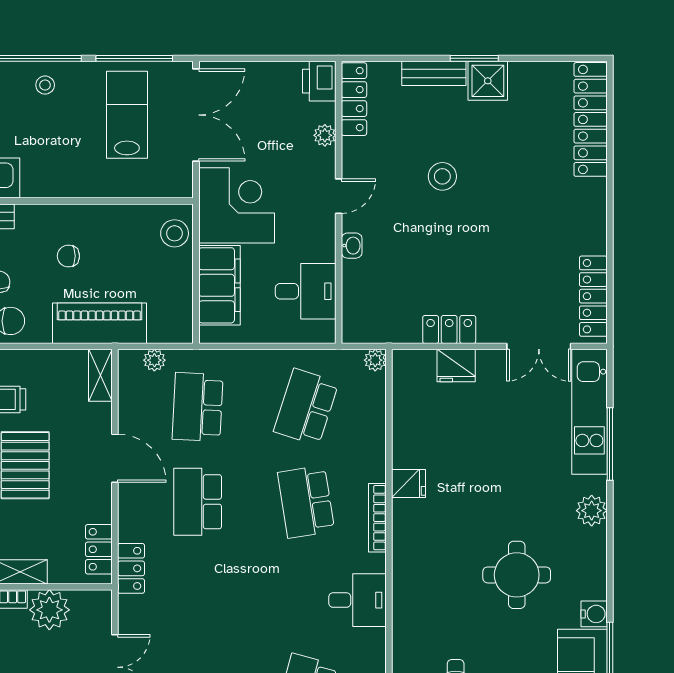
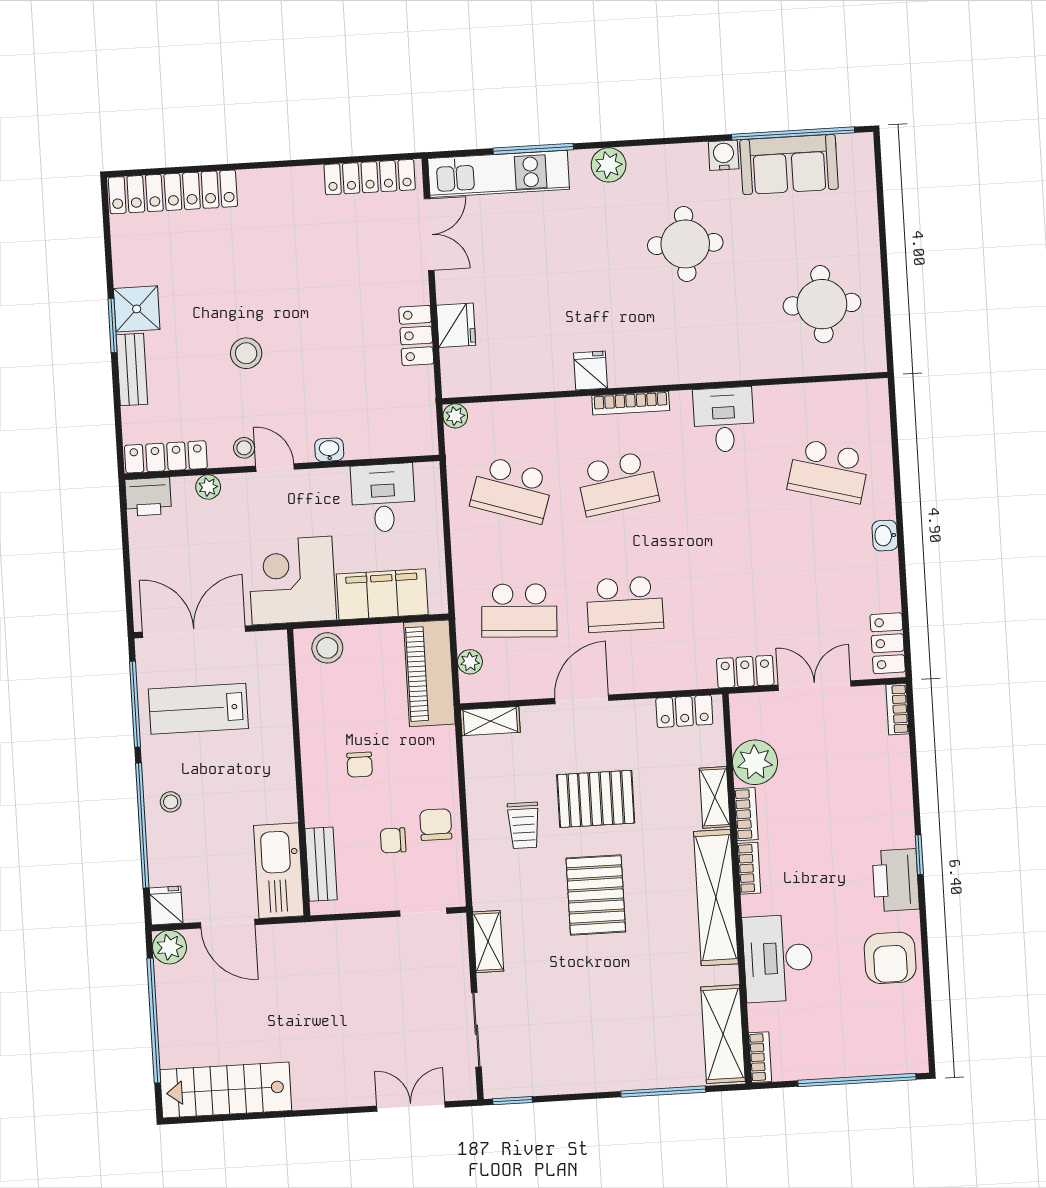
stool: (358, 170) -> (244, 448), added
piano: (100, 323) -> (429, 673), moved
locker: (131, 568) -> (745, 672), moved

